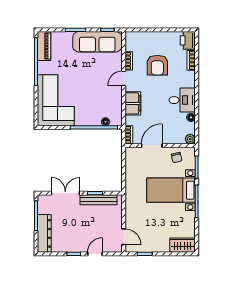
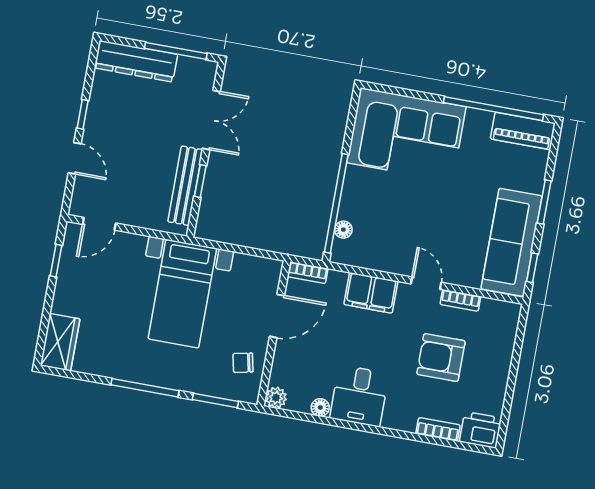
door: (152, 146) -> (277, 316), hinge flipped
bed with nightstands: (171, 190) -> (182, 294), moved, turned 180

